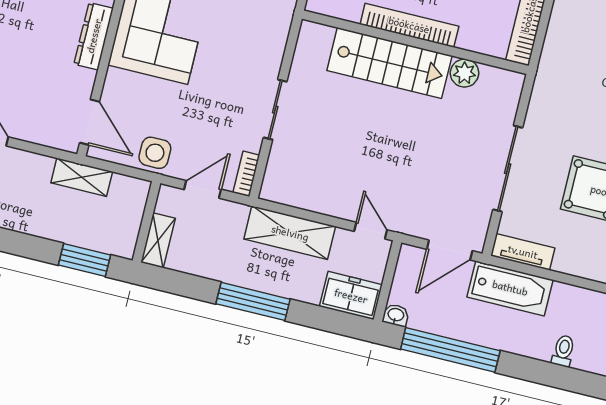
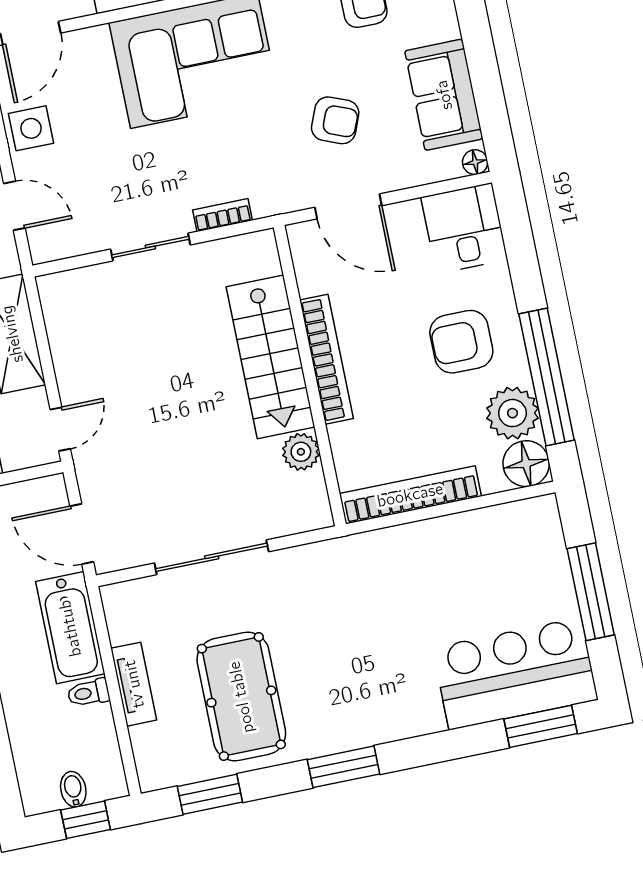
bookcase: (246, 174) -> (222, 215), moved
tv unit: (523, 252) -> (134, 684), moved
toilet: (563, 351) -> (89, 693), moved, turned 180

